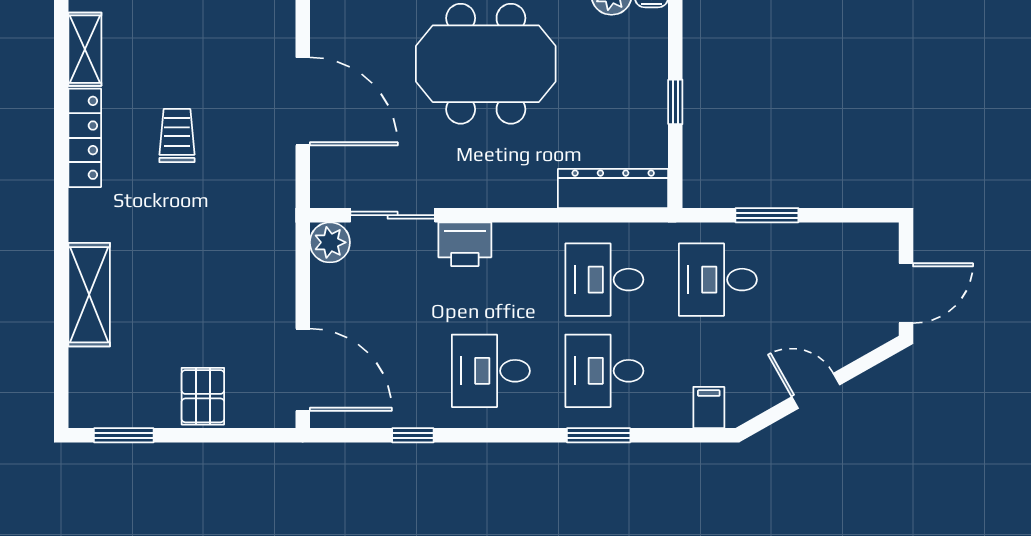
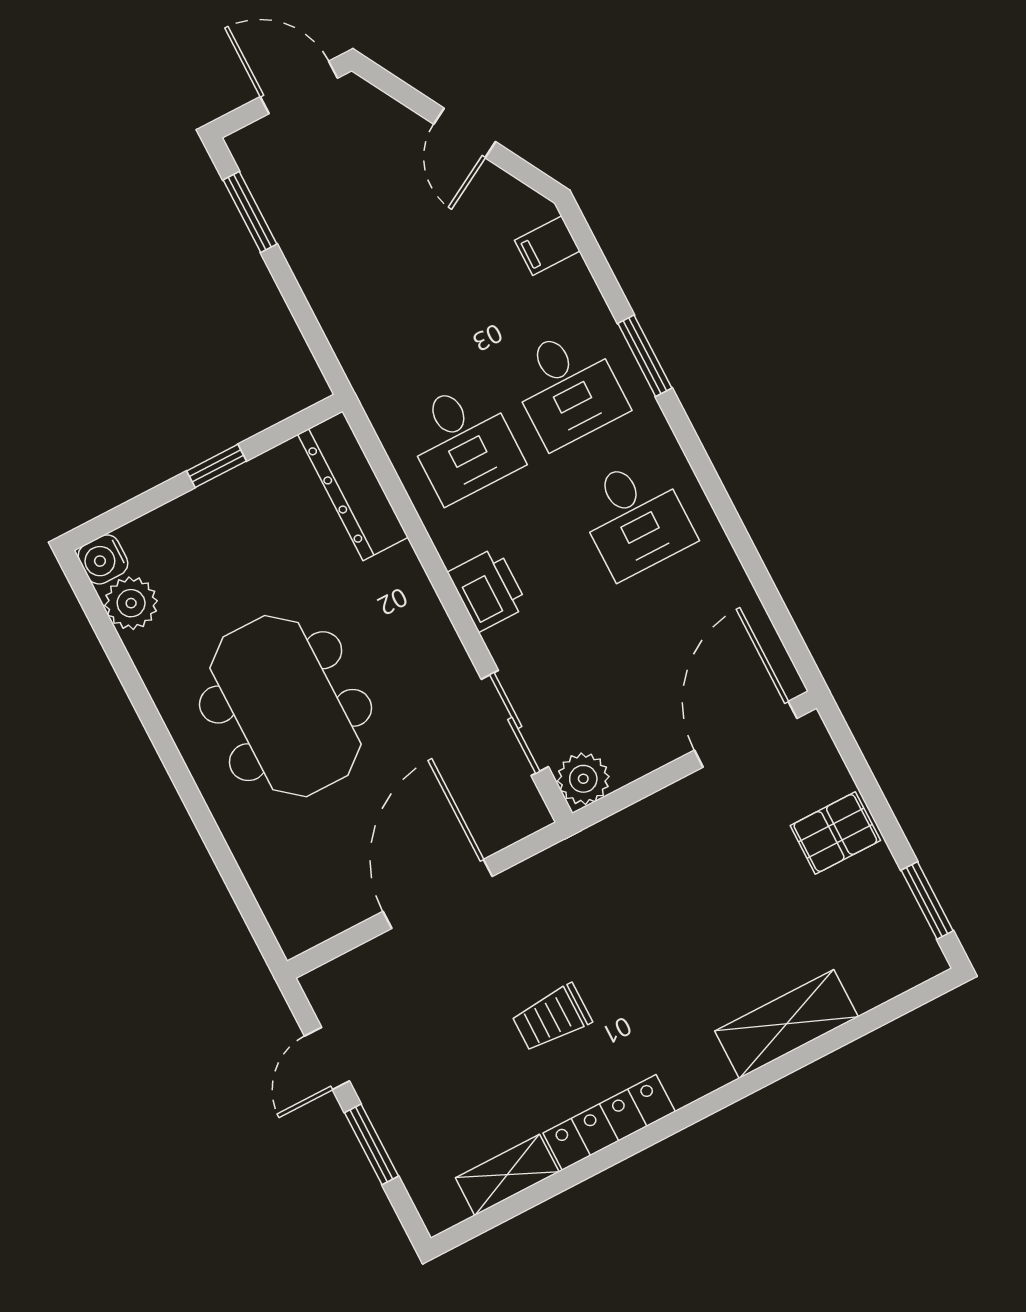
window: (767, 215) -> (250, 212), moved
printer: (465, 244) -> (488, 589), moved
desk: (718, 280) -> (395, 311), removed
window: (413, 435) -> (755, 569), removed

